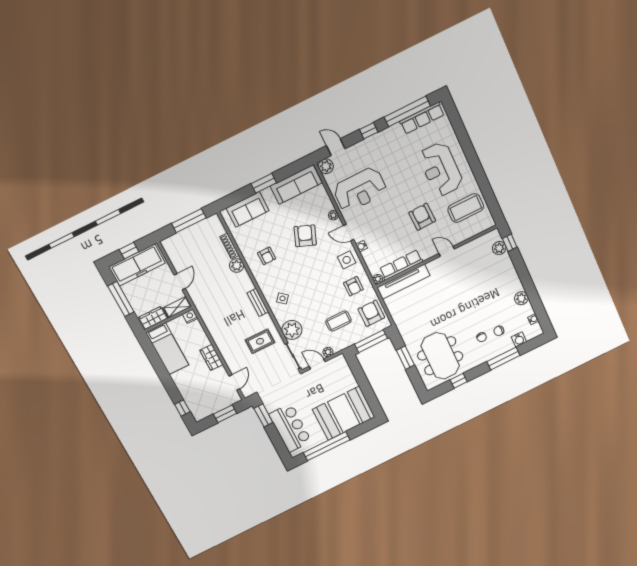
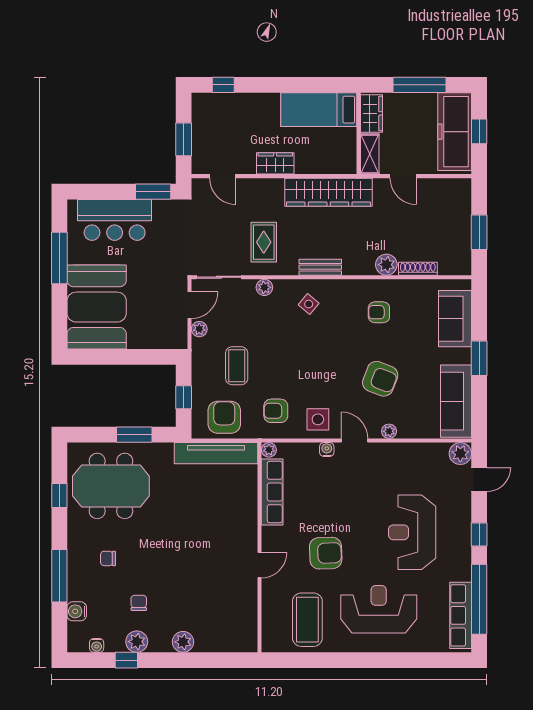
reception desk: (360, 190) -> (412, 532), moved
window: (189, 221) -> (479, 232), width x0.69
door: (349, 233) -> (355, 441), hinge flipped
window: (510, 243) -> (126, 660), moved
plant: (499, 248) -> (183, 642), moved
tv unit: (403, 282) -> (216, 453), moved, turned -90
armchair: (371, 313) -> (224, 417), turned -90
nightstand: (190, 316) -> (348, 165), removed
wardrobe: (212, 319) -> (329, 192), added
plant: (292, 330) -> (264, 287), width x0.53, depth x0.53
chair: (499, 331) -> (139, 603), moved
window: (371, 341) -> (184, 397), width x0.46
window: (327, 446) -> (59, 258), width x0.68

